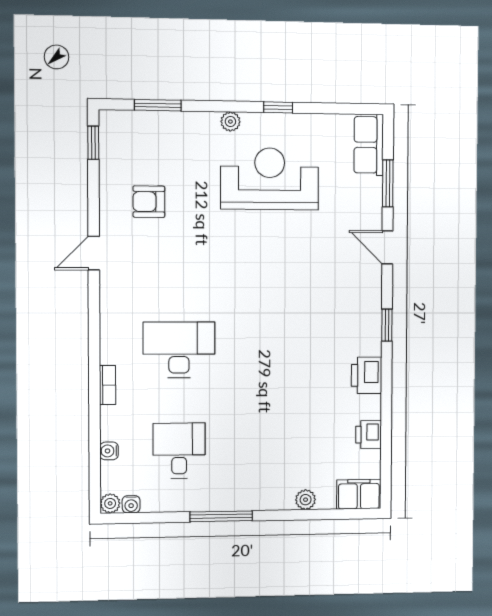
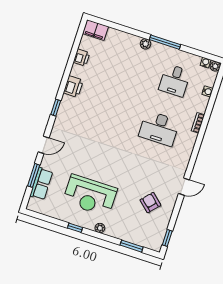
row of seats: (369, 145) -> (41, 184), moved
armchair: (149, 202) -> (150, 203), turned -138
door: (387, 247) -> (44, 145), hinge flipped
plant: (306, 500) -> (146, 44), moved

